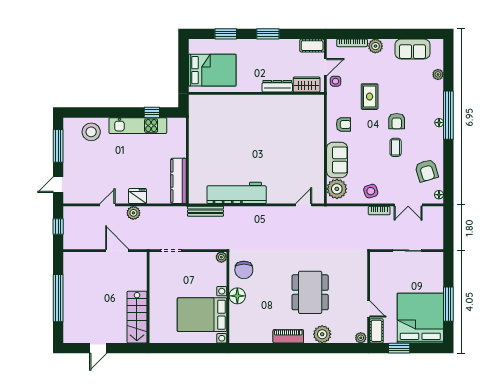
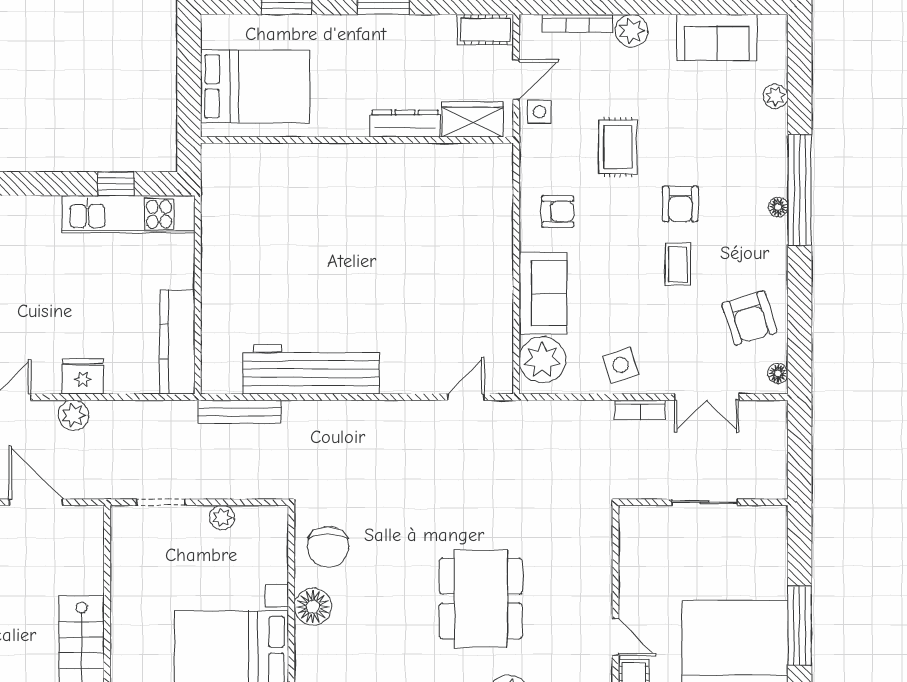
kitchen unit: (138, 126) -> (128, 214), moved
plant: (221, 257) -> (222, 518), moved

